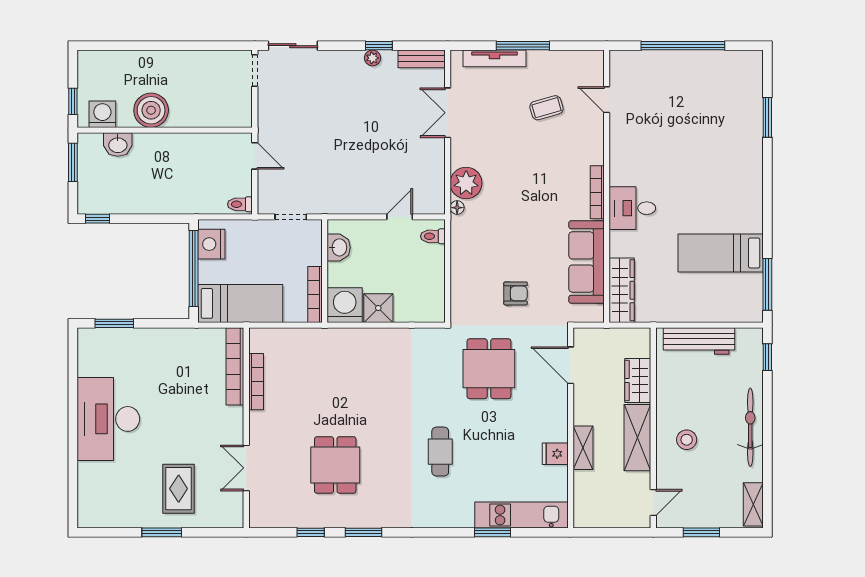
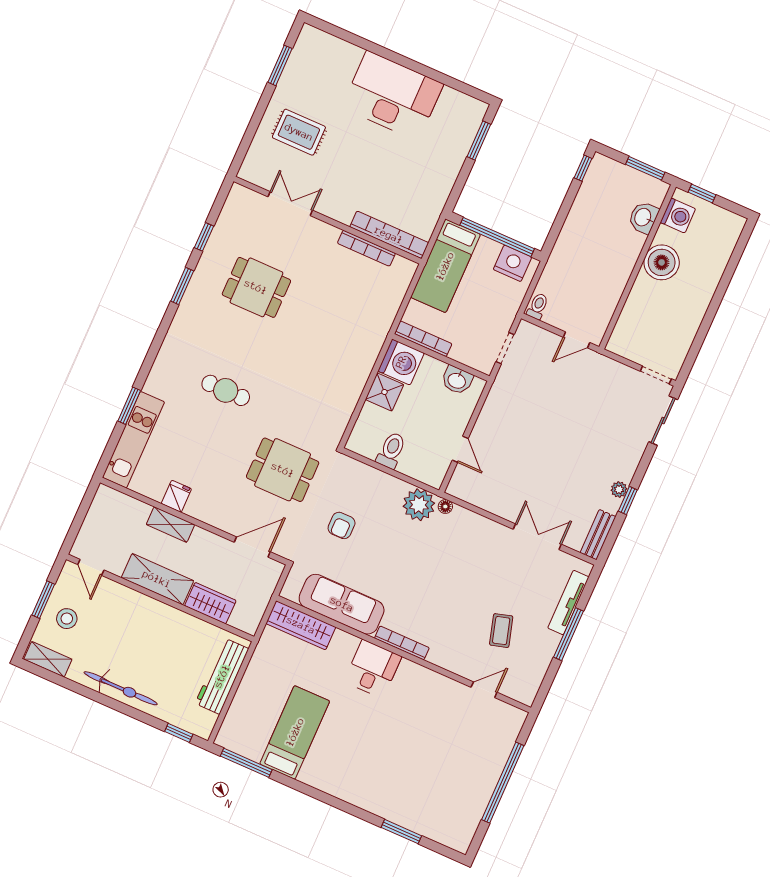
plant: (466, 183) -> (419, 505), moved
toilet: (433, 236) -> (391, 450), moved, width x1.37, depth x1.39
stool: (687, 440) -> (67, 619), moved
window: (162, 532) -> (280, 65), moved

